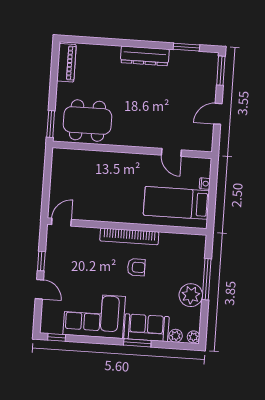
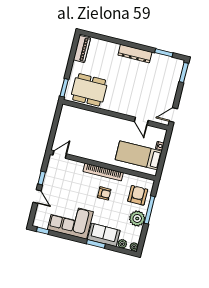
door: (218, 114) -> (173, 115), moved
armchair: (185, 261) -> (138, 195), added

